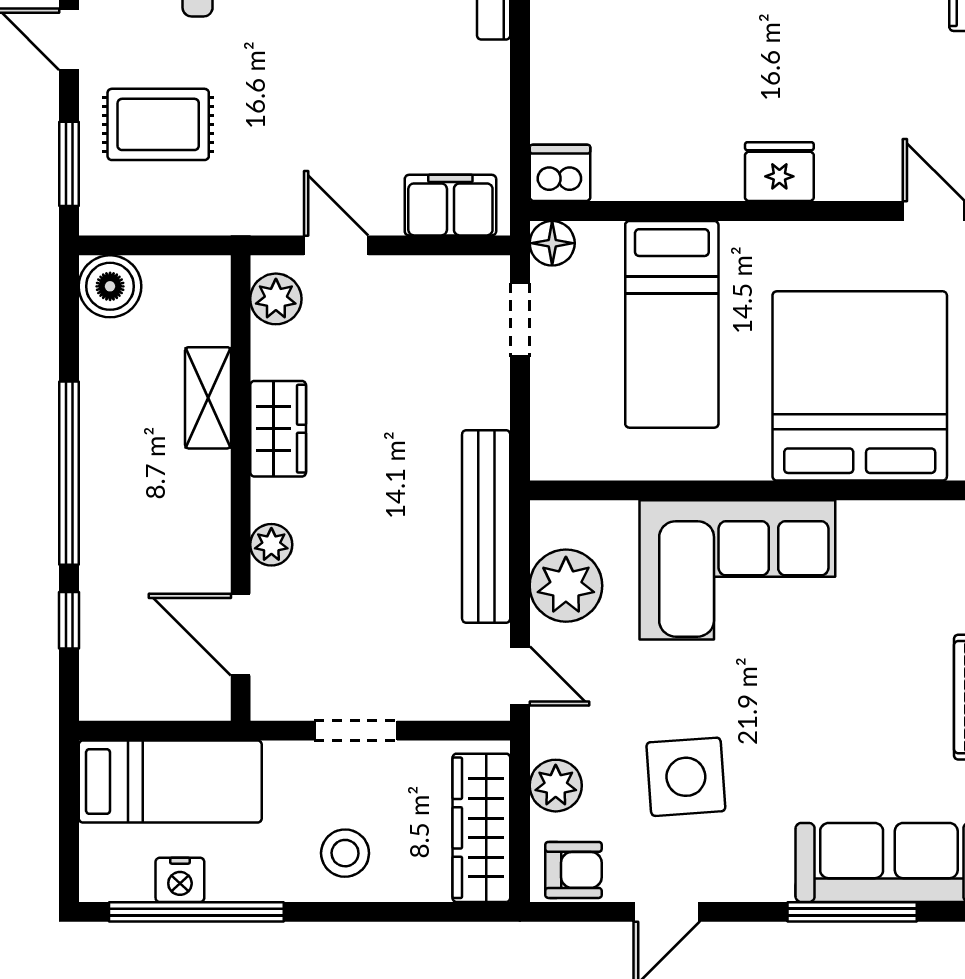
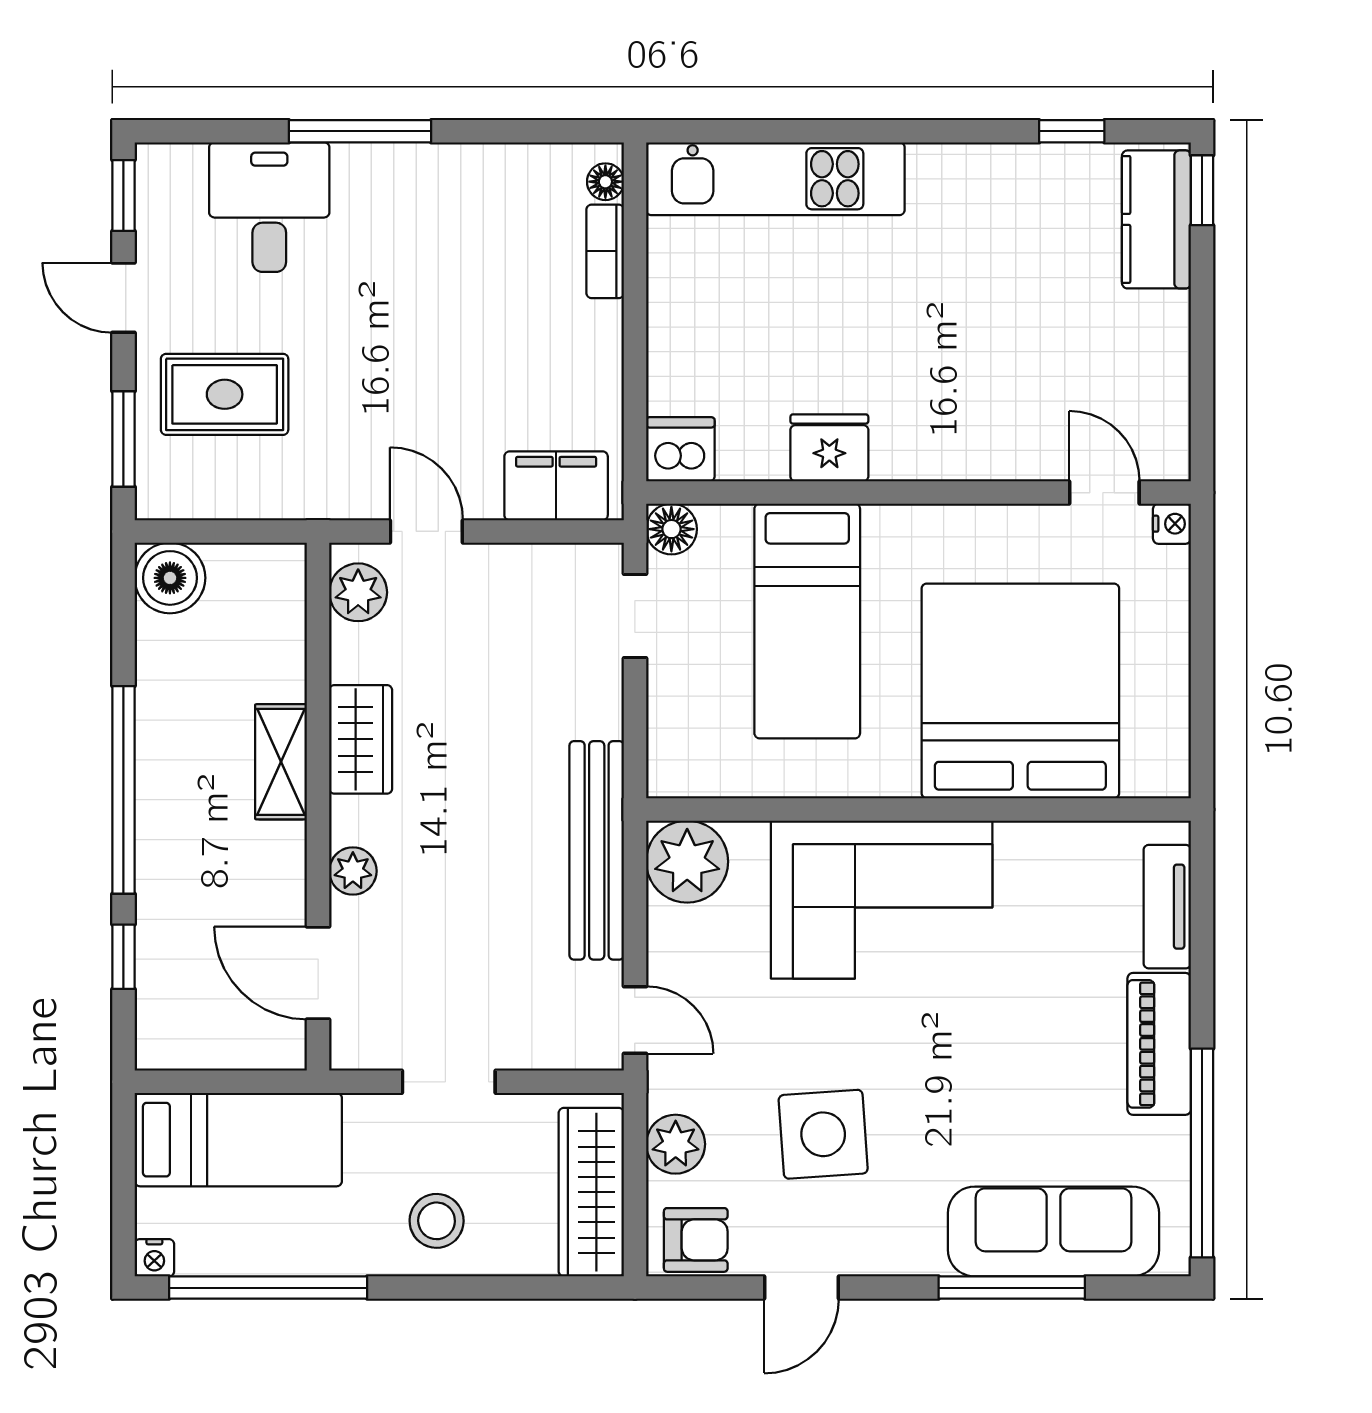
fridge: (779, 172) -> (829, 448), moved
shelving: (208, 398) -> (281, 762), moved
plant: (566, 586) -> (687, 862), moved
nightstand: (180, 880) -> (154, 1258), moved, width x0.72, depth x0.74

